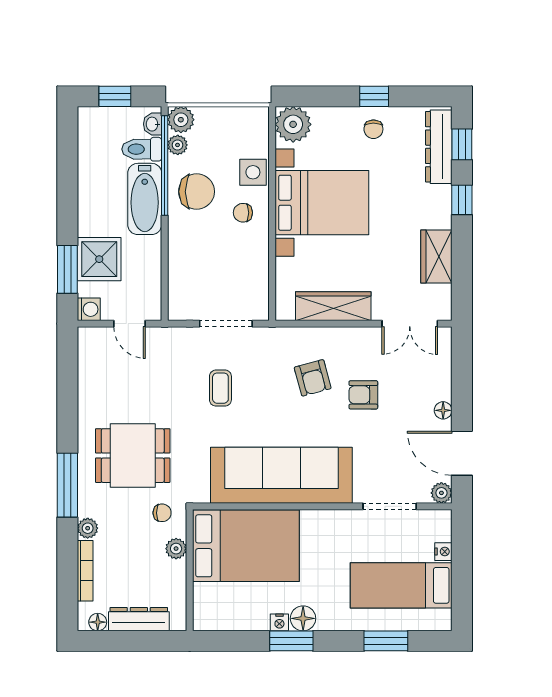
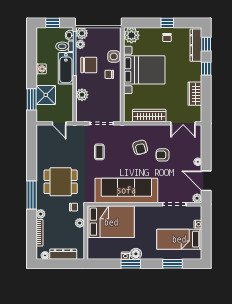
plant: (181, 259) -> (82, 95), added
washing machine: (89, 309) -> (41, 69), moved

